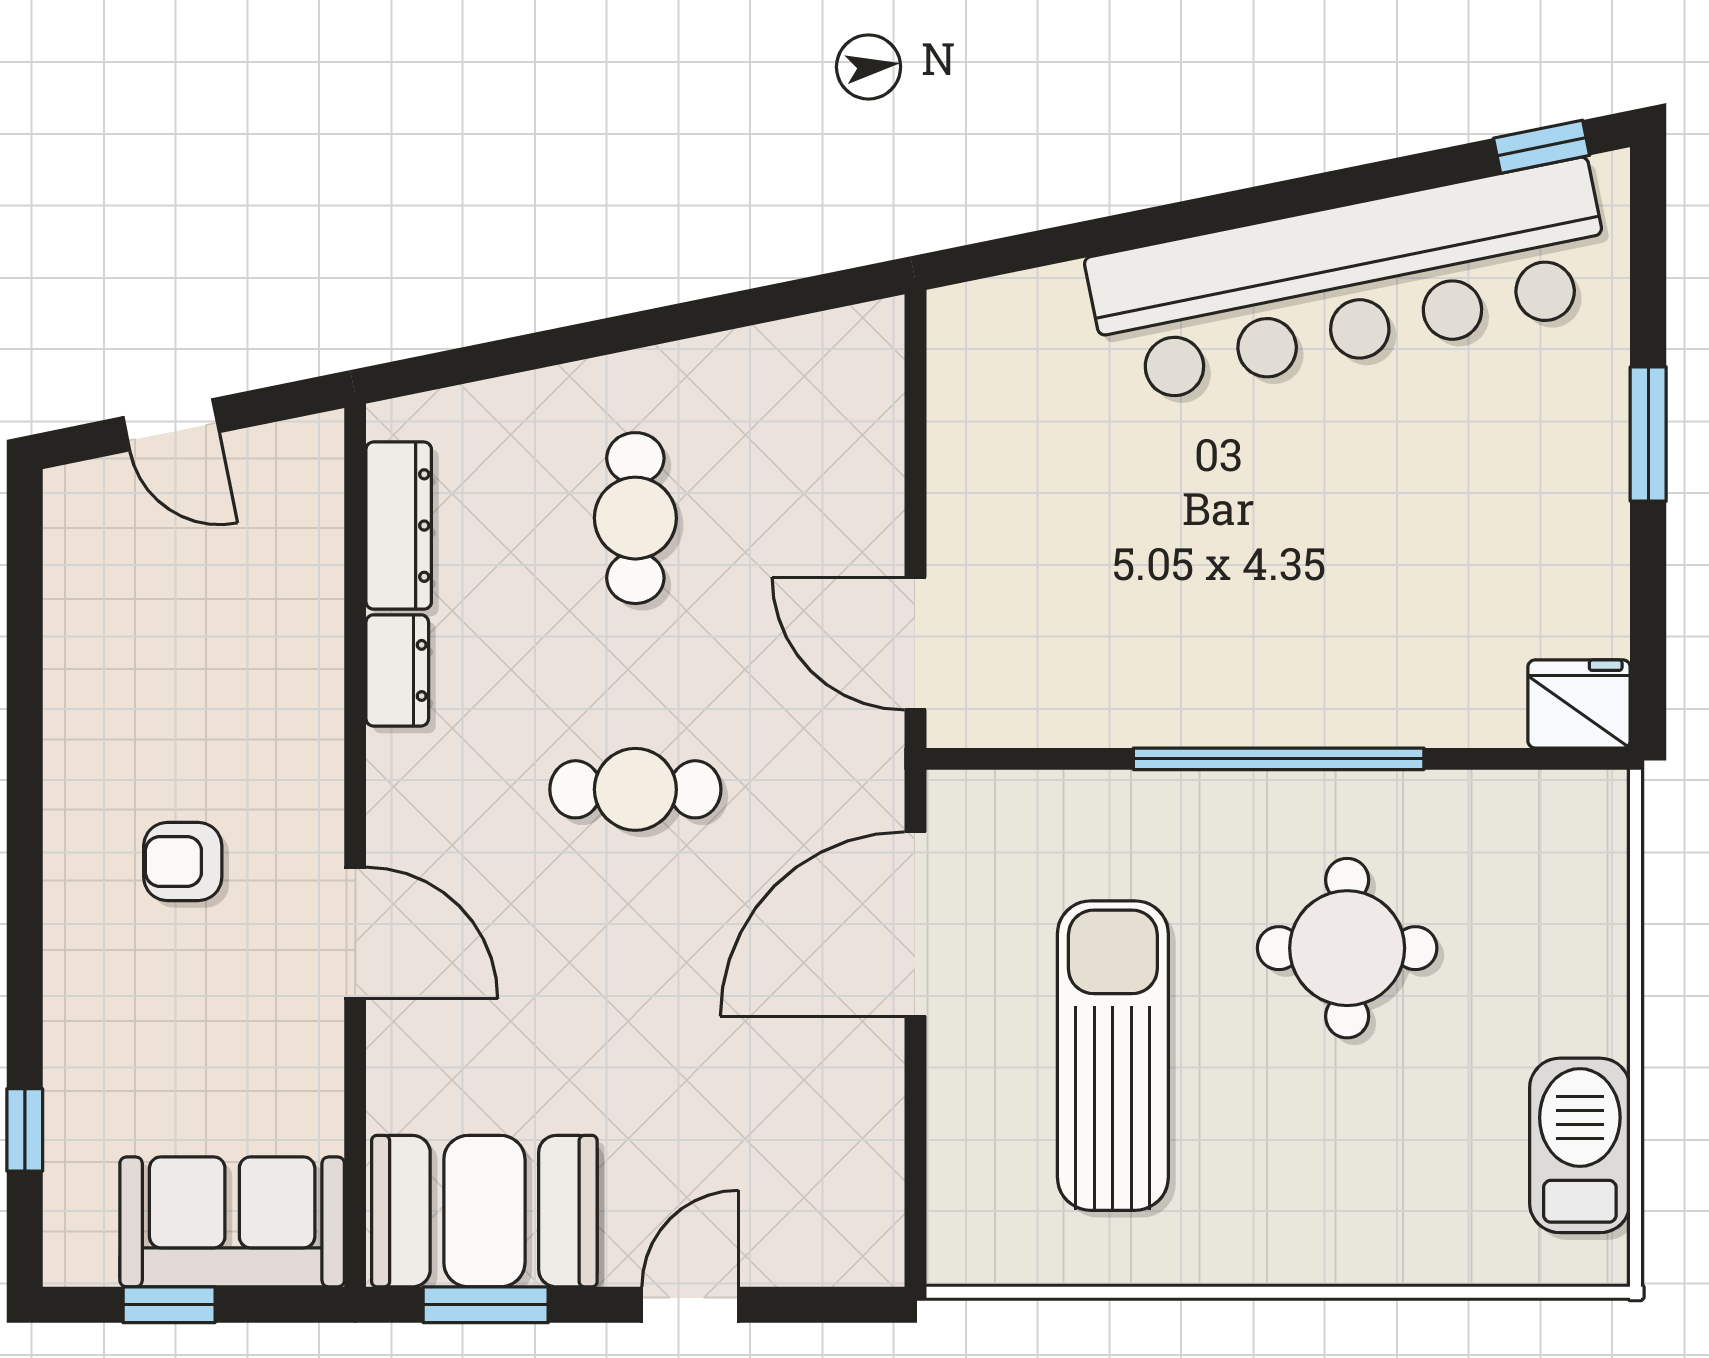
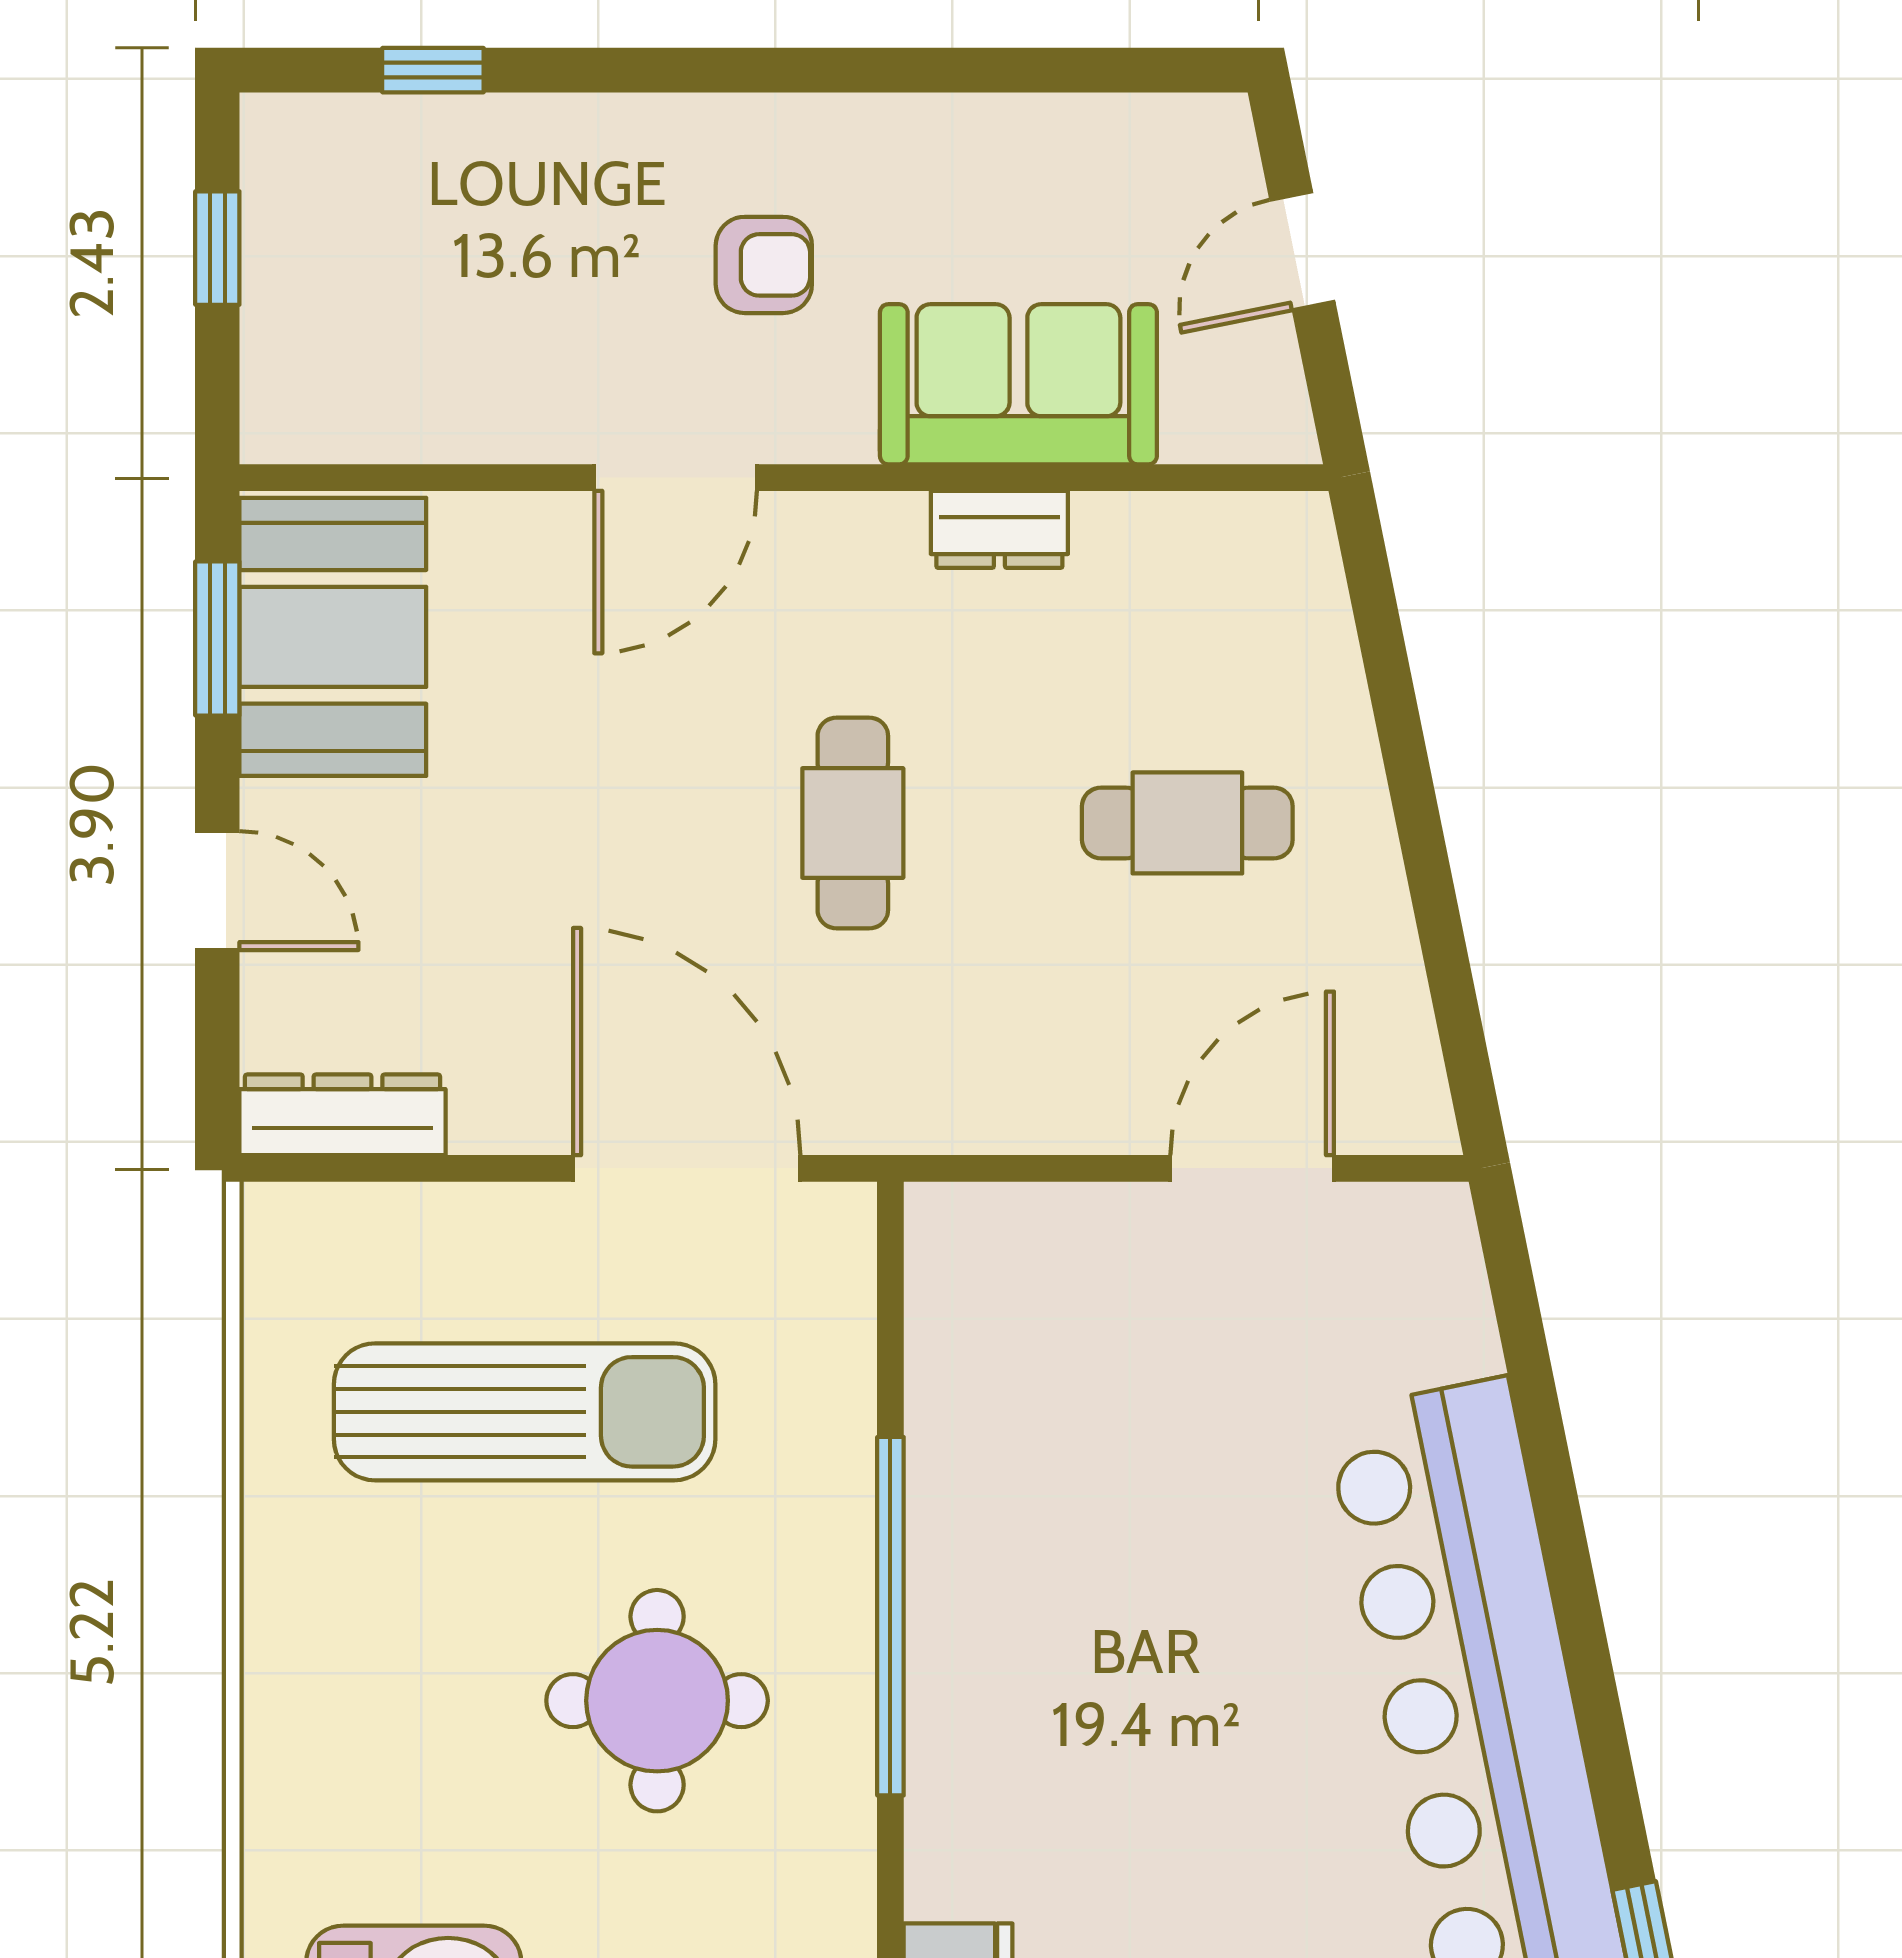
dresser: (399, 526) -> (342, 1115), moved, turned 180
door: (915, 644) -> (1252, 1168), moved
armchair: (183, 861) -> (764, 265), turned 90
sofa: (232, 1222) -> (1018, 384), moved, turned -90

